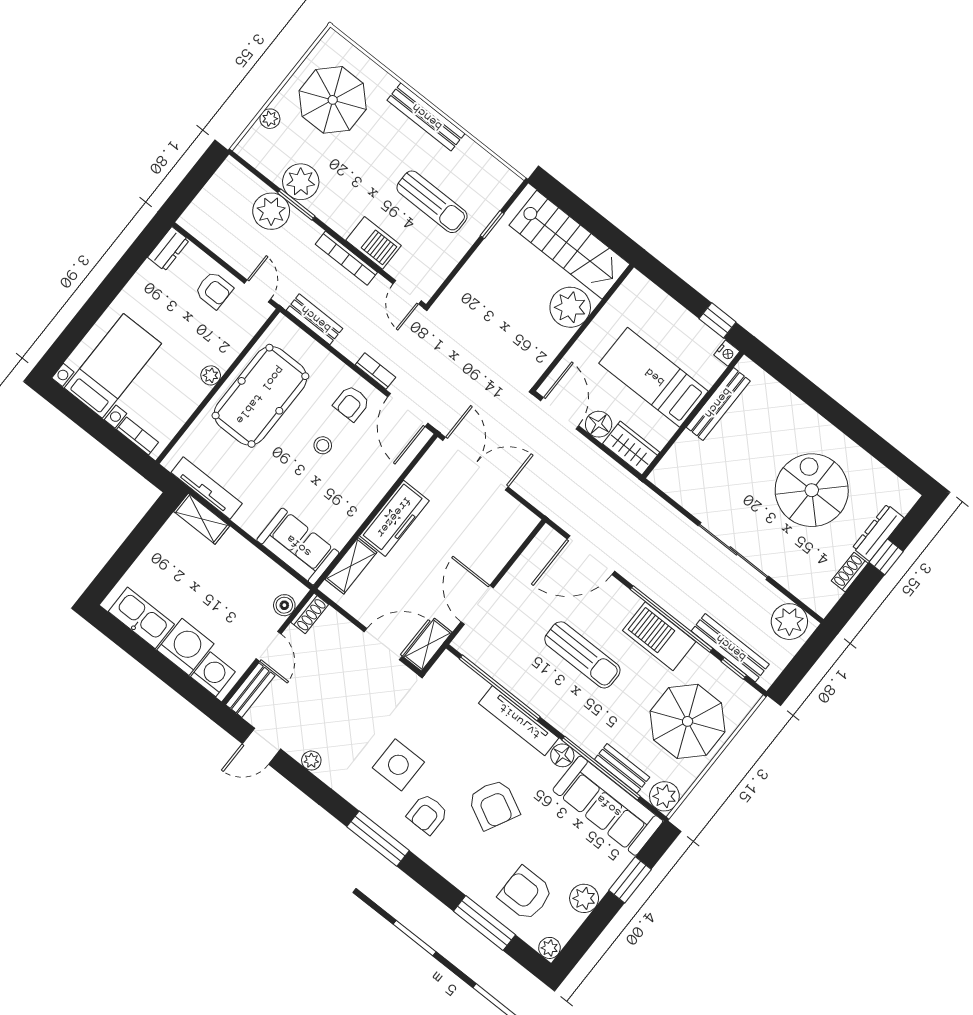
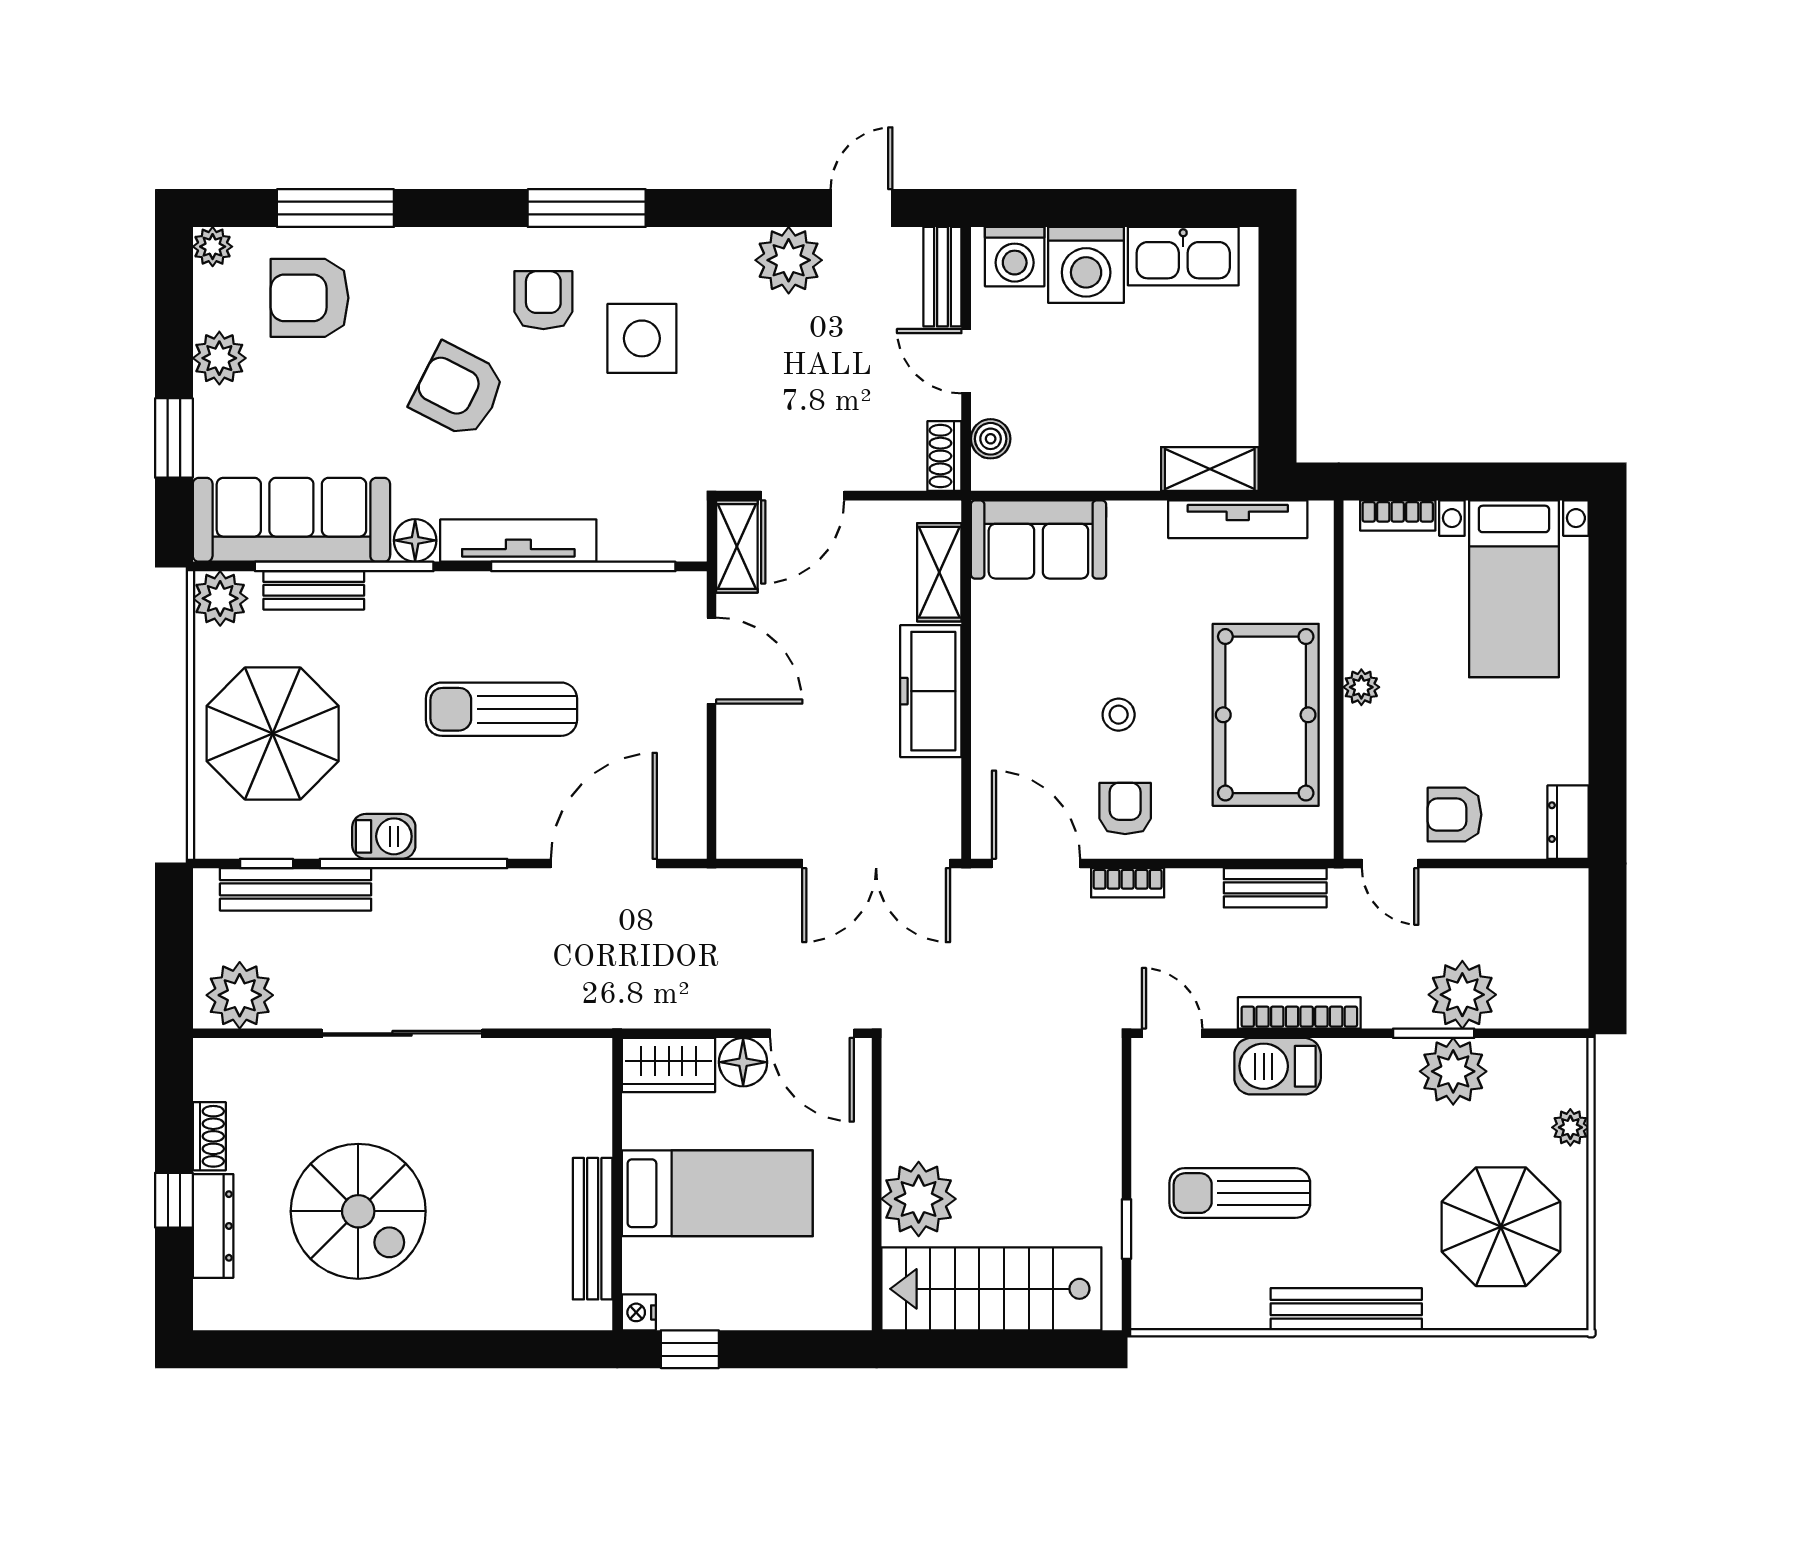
barbecue: (659, 636) -> (384, 836), width x0.53, depth x0.65
plant: (311, 761) -> (789, 260), width x1.88, depth x1.88
armchair: (526, 894) -> (310, 298), turned 180

